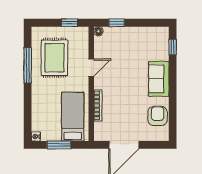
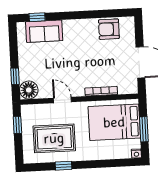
floor lamp: (98, 31) -> (29, 90), width x1.89, depth x1.89
window: (28, 65) -> (64, 166), width x0.46
sofa: (159, 79) -> (44, 31), moved
bed: (73, 117) -> (114, 122), width x1.50

